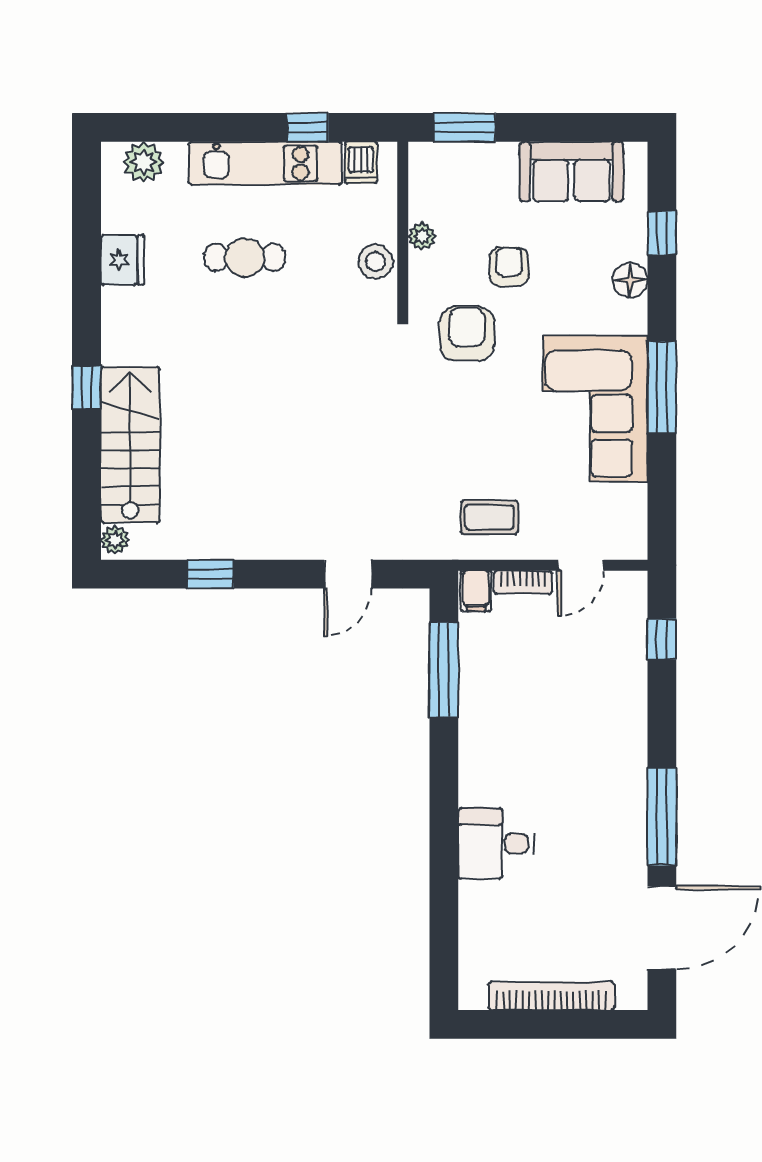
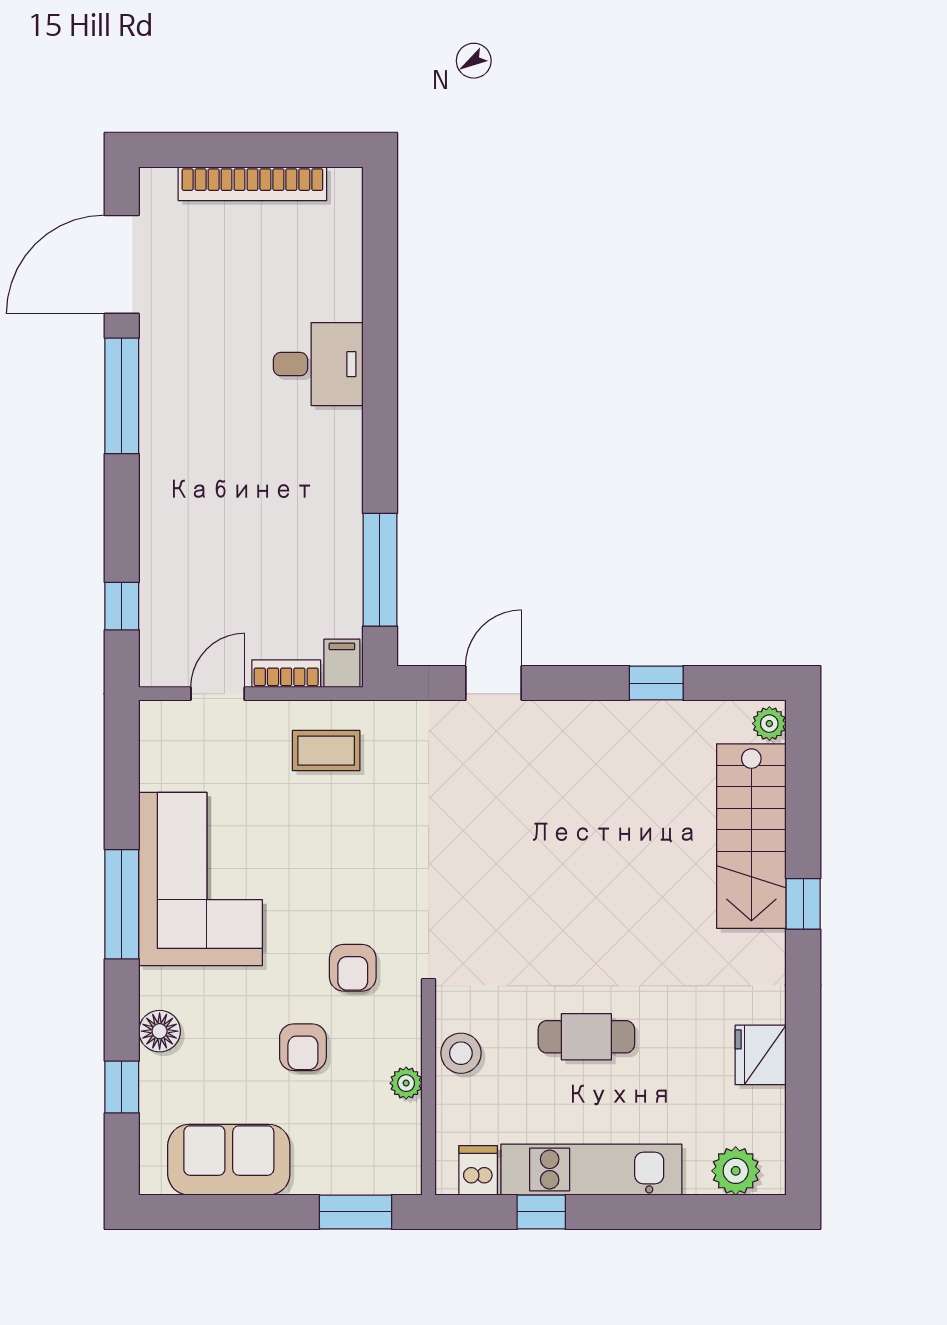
cafe table: (245, 257) -> (586, 1037), moved
armchair: (467, 334) -> (353, 968), width x0.72, depth x0.72

